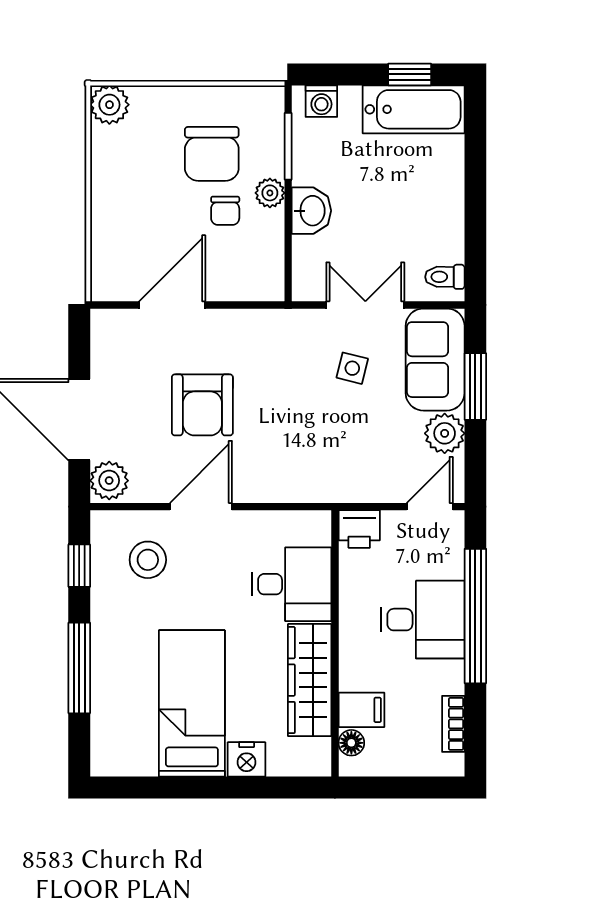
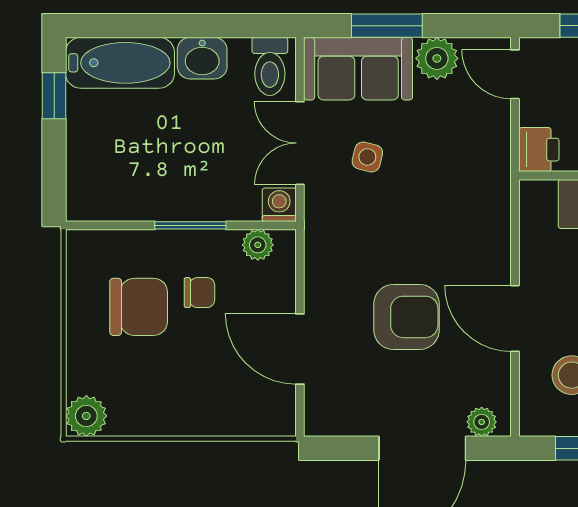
washing machine: (321, 101) -> (279, 205), moved, turned -90
bathtub: (414, 109) -> (120, 63), moved, turned 90
window: (288, 146) -> (190, 225), moved
plant: (270, 193) -> (258, 245), moved
washbasin: (311, 211) -> (202, 58), moved, turned 180
toilet: (445, 277) -> (270, 66), width x1.37, depth x1.39
plant: (109, 481) -> (482, 422), width x0.73, depth x0.73

